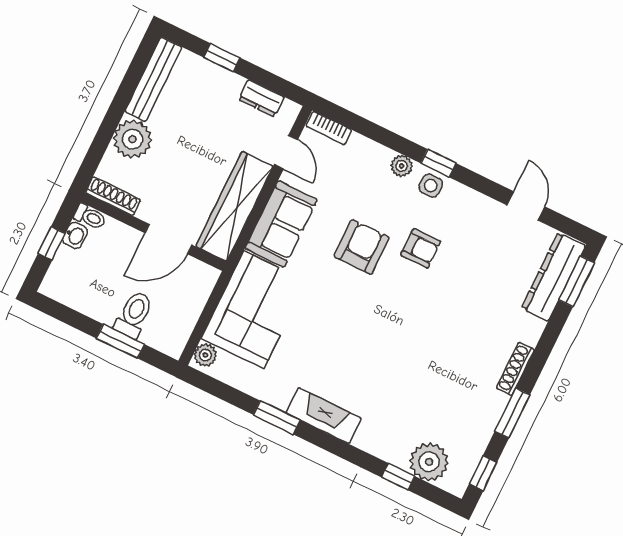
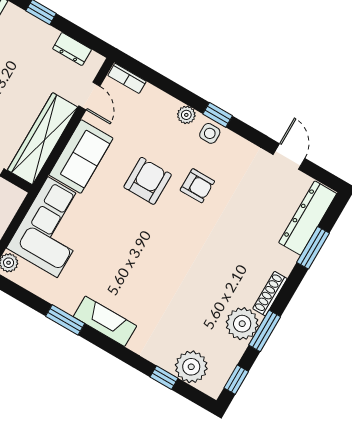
window: (577, 281) -> (313, 248), moved
plant: (485, 407) -> (242, 324), added

